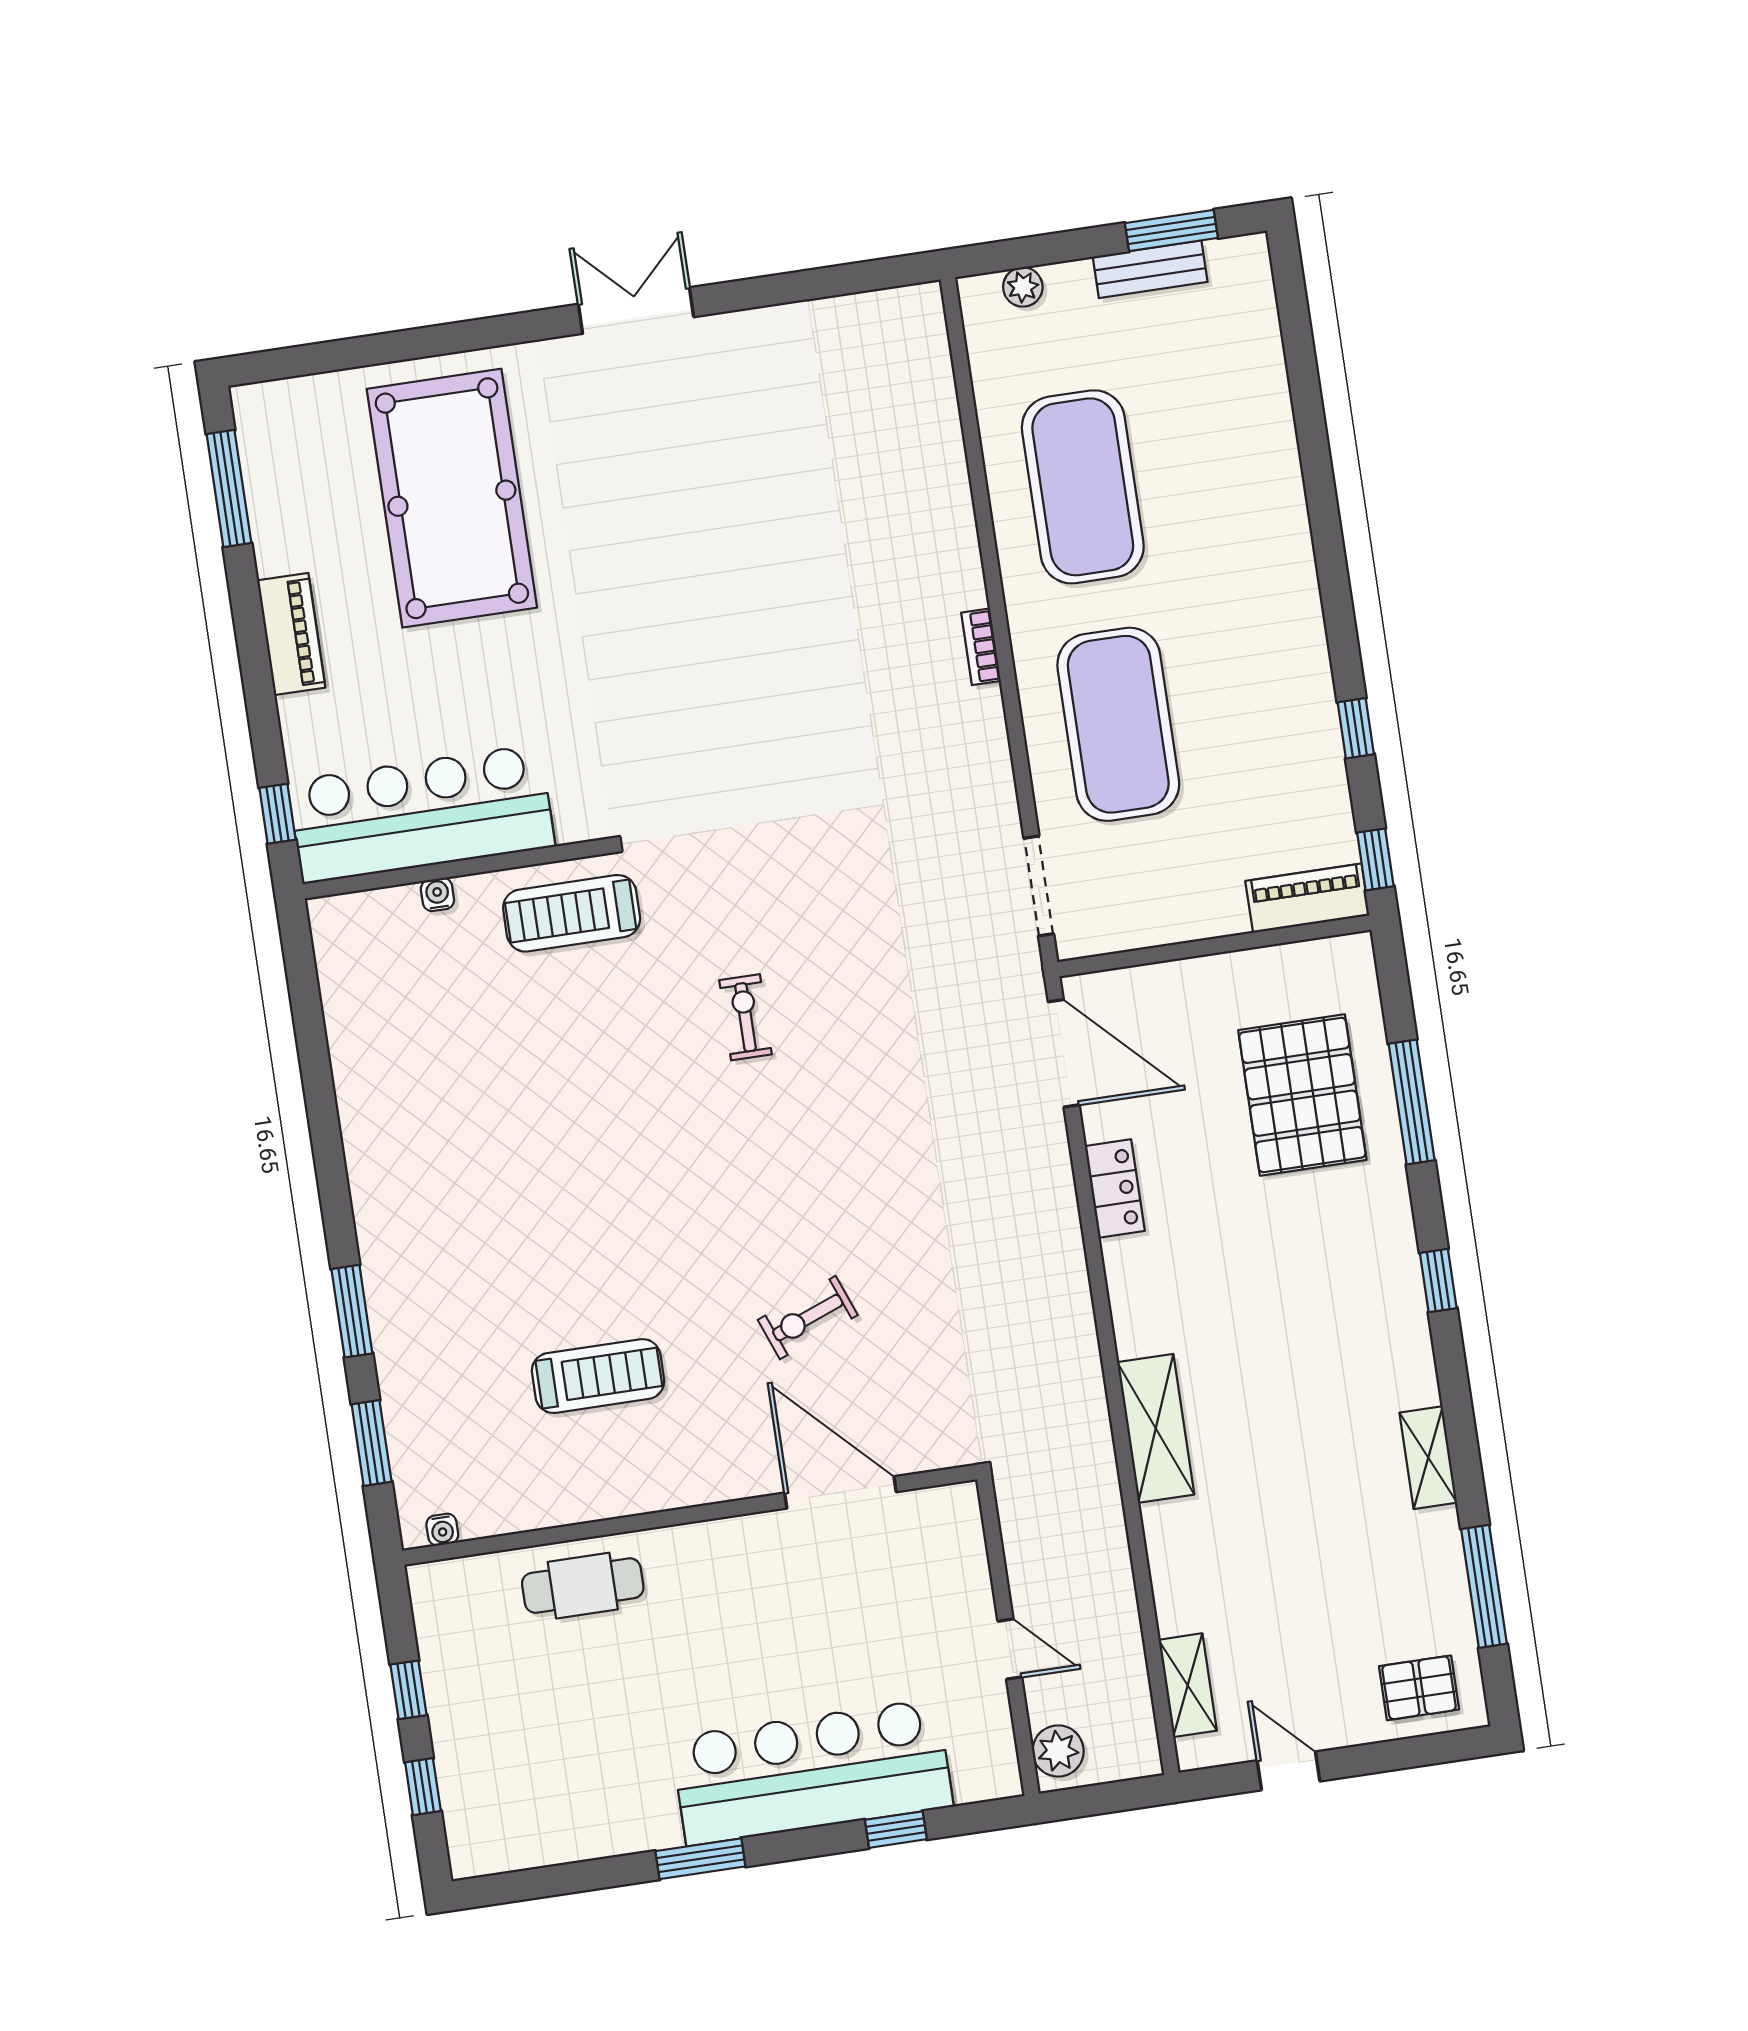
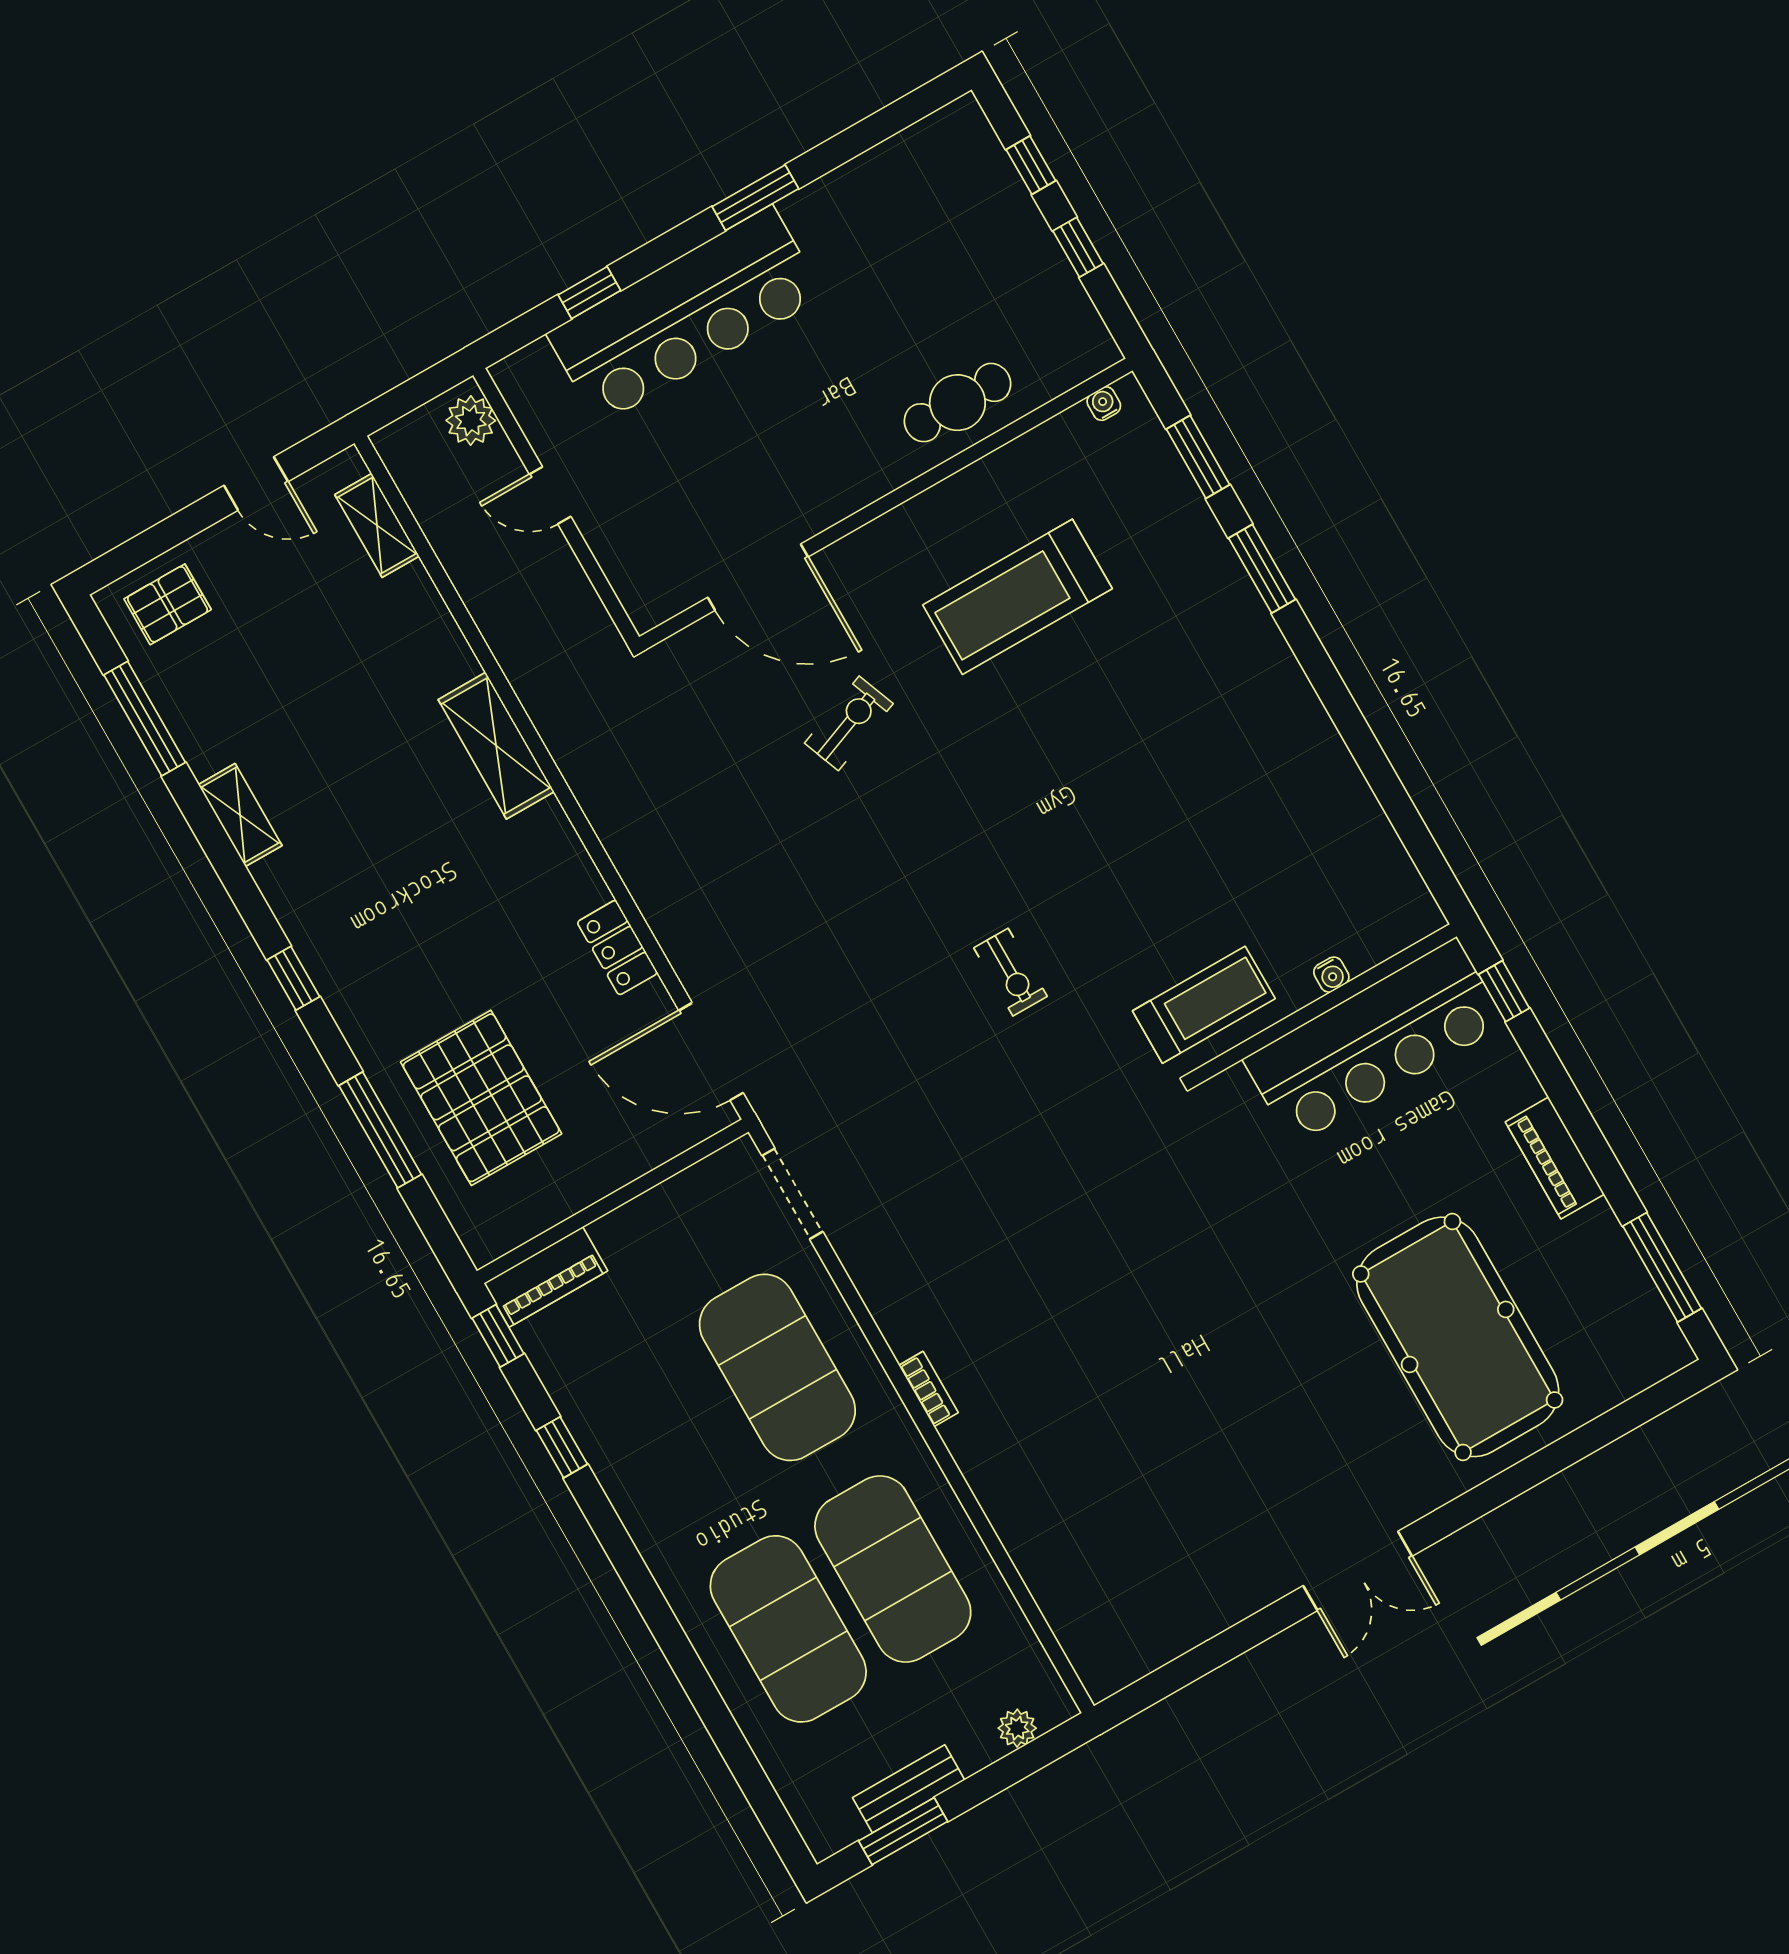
exercise mat: (1206, 468) -> (788, 1629), added
treadmill: (598, 1376) -> (1017, 597), width x1.37, depth x1.38

